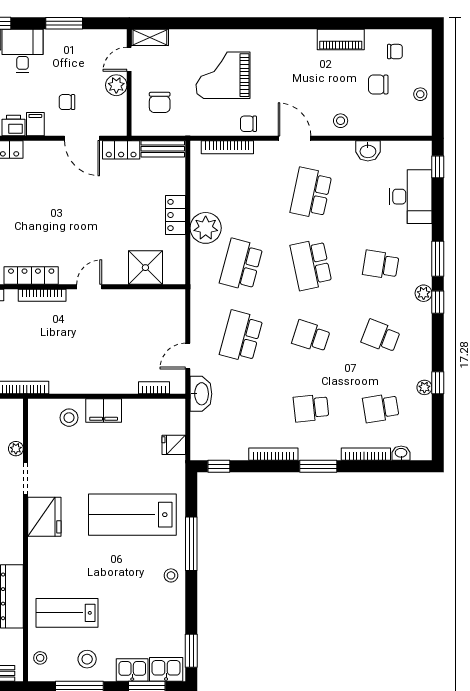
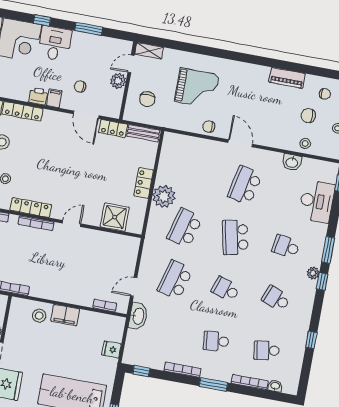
grand piano: (223, 75) -> (197, 88), turned 180
stool: (341, 121) -> (305, 143), moved
bookcase: (227, 147) -> (190, 141), removed
plant: (424, 387) -> (301, 342), removed

